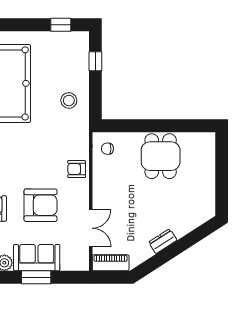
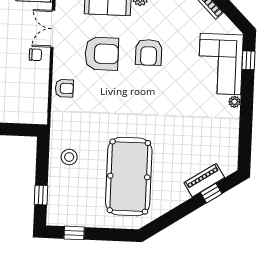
chair: (107, 149) -> (35, 55), moved
armchair: (41, 205) -> (102, 54), turned 180

